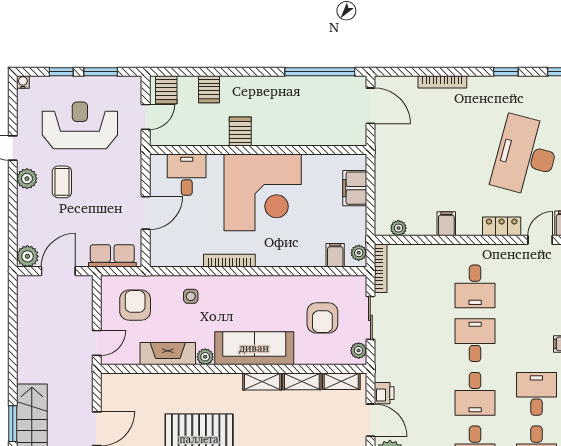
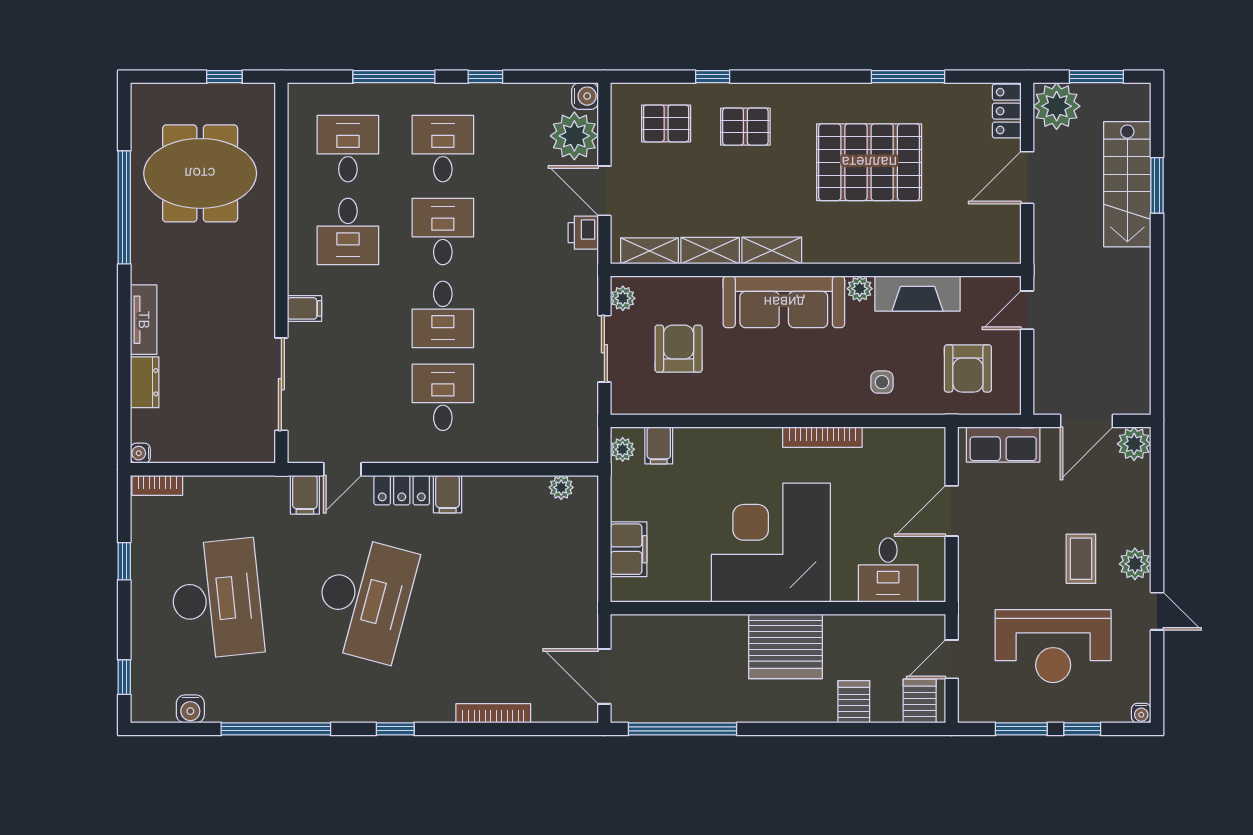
server rack: (240, 132) -> (785, 646), width x2.18, depth x1.44
filing cabinet: (446, 224) -> (448, 494), moved
bookcase: (381, 268) -> (589, 425), removed

